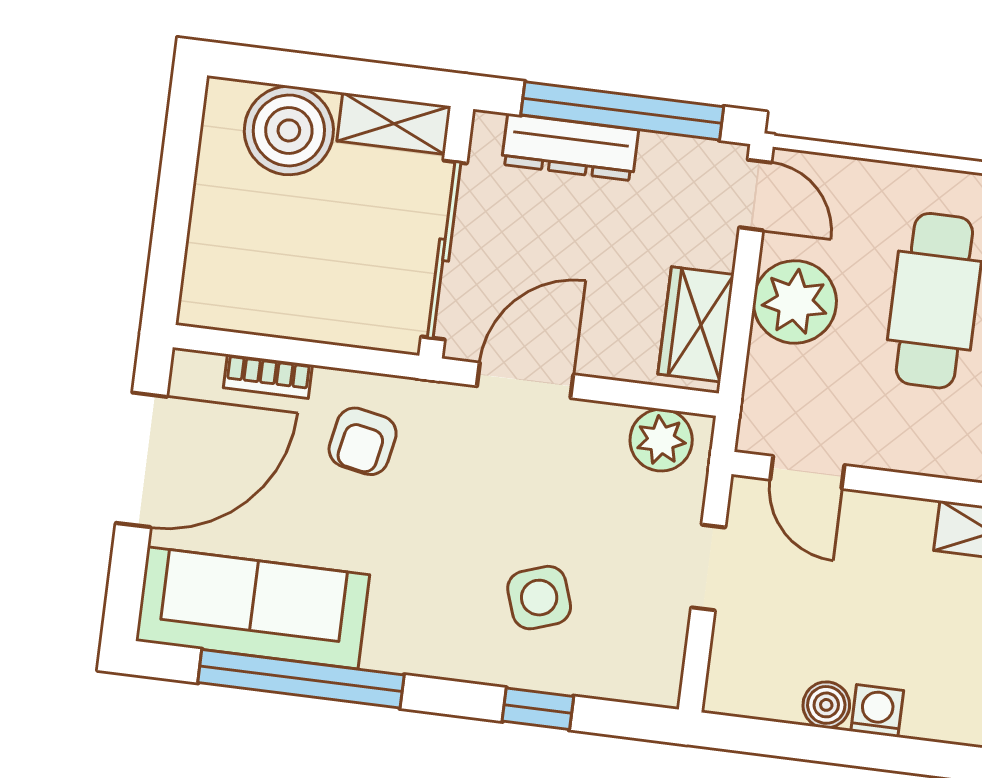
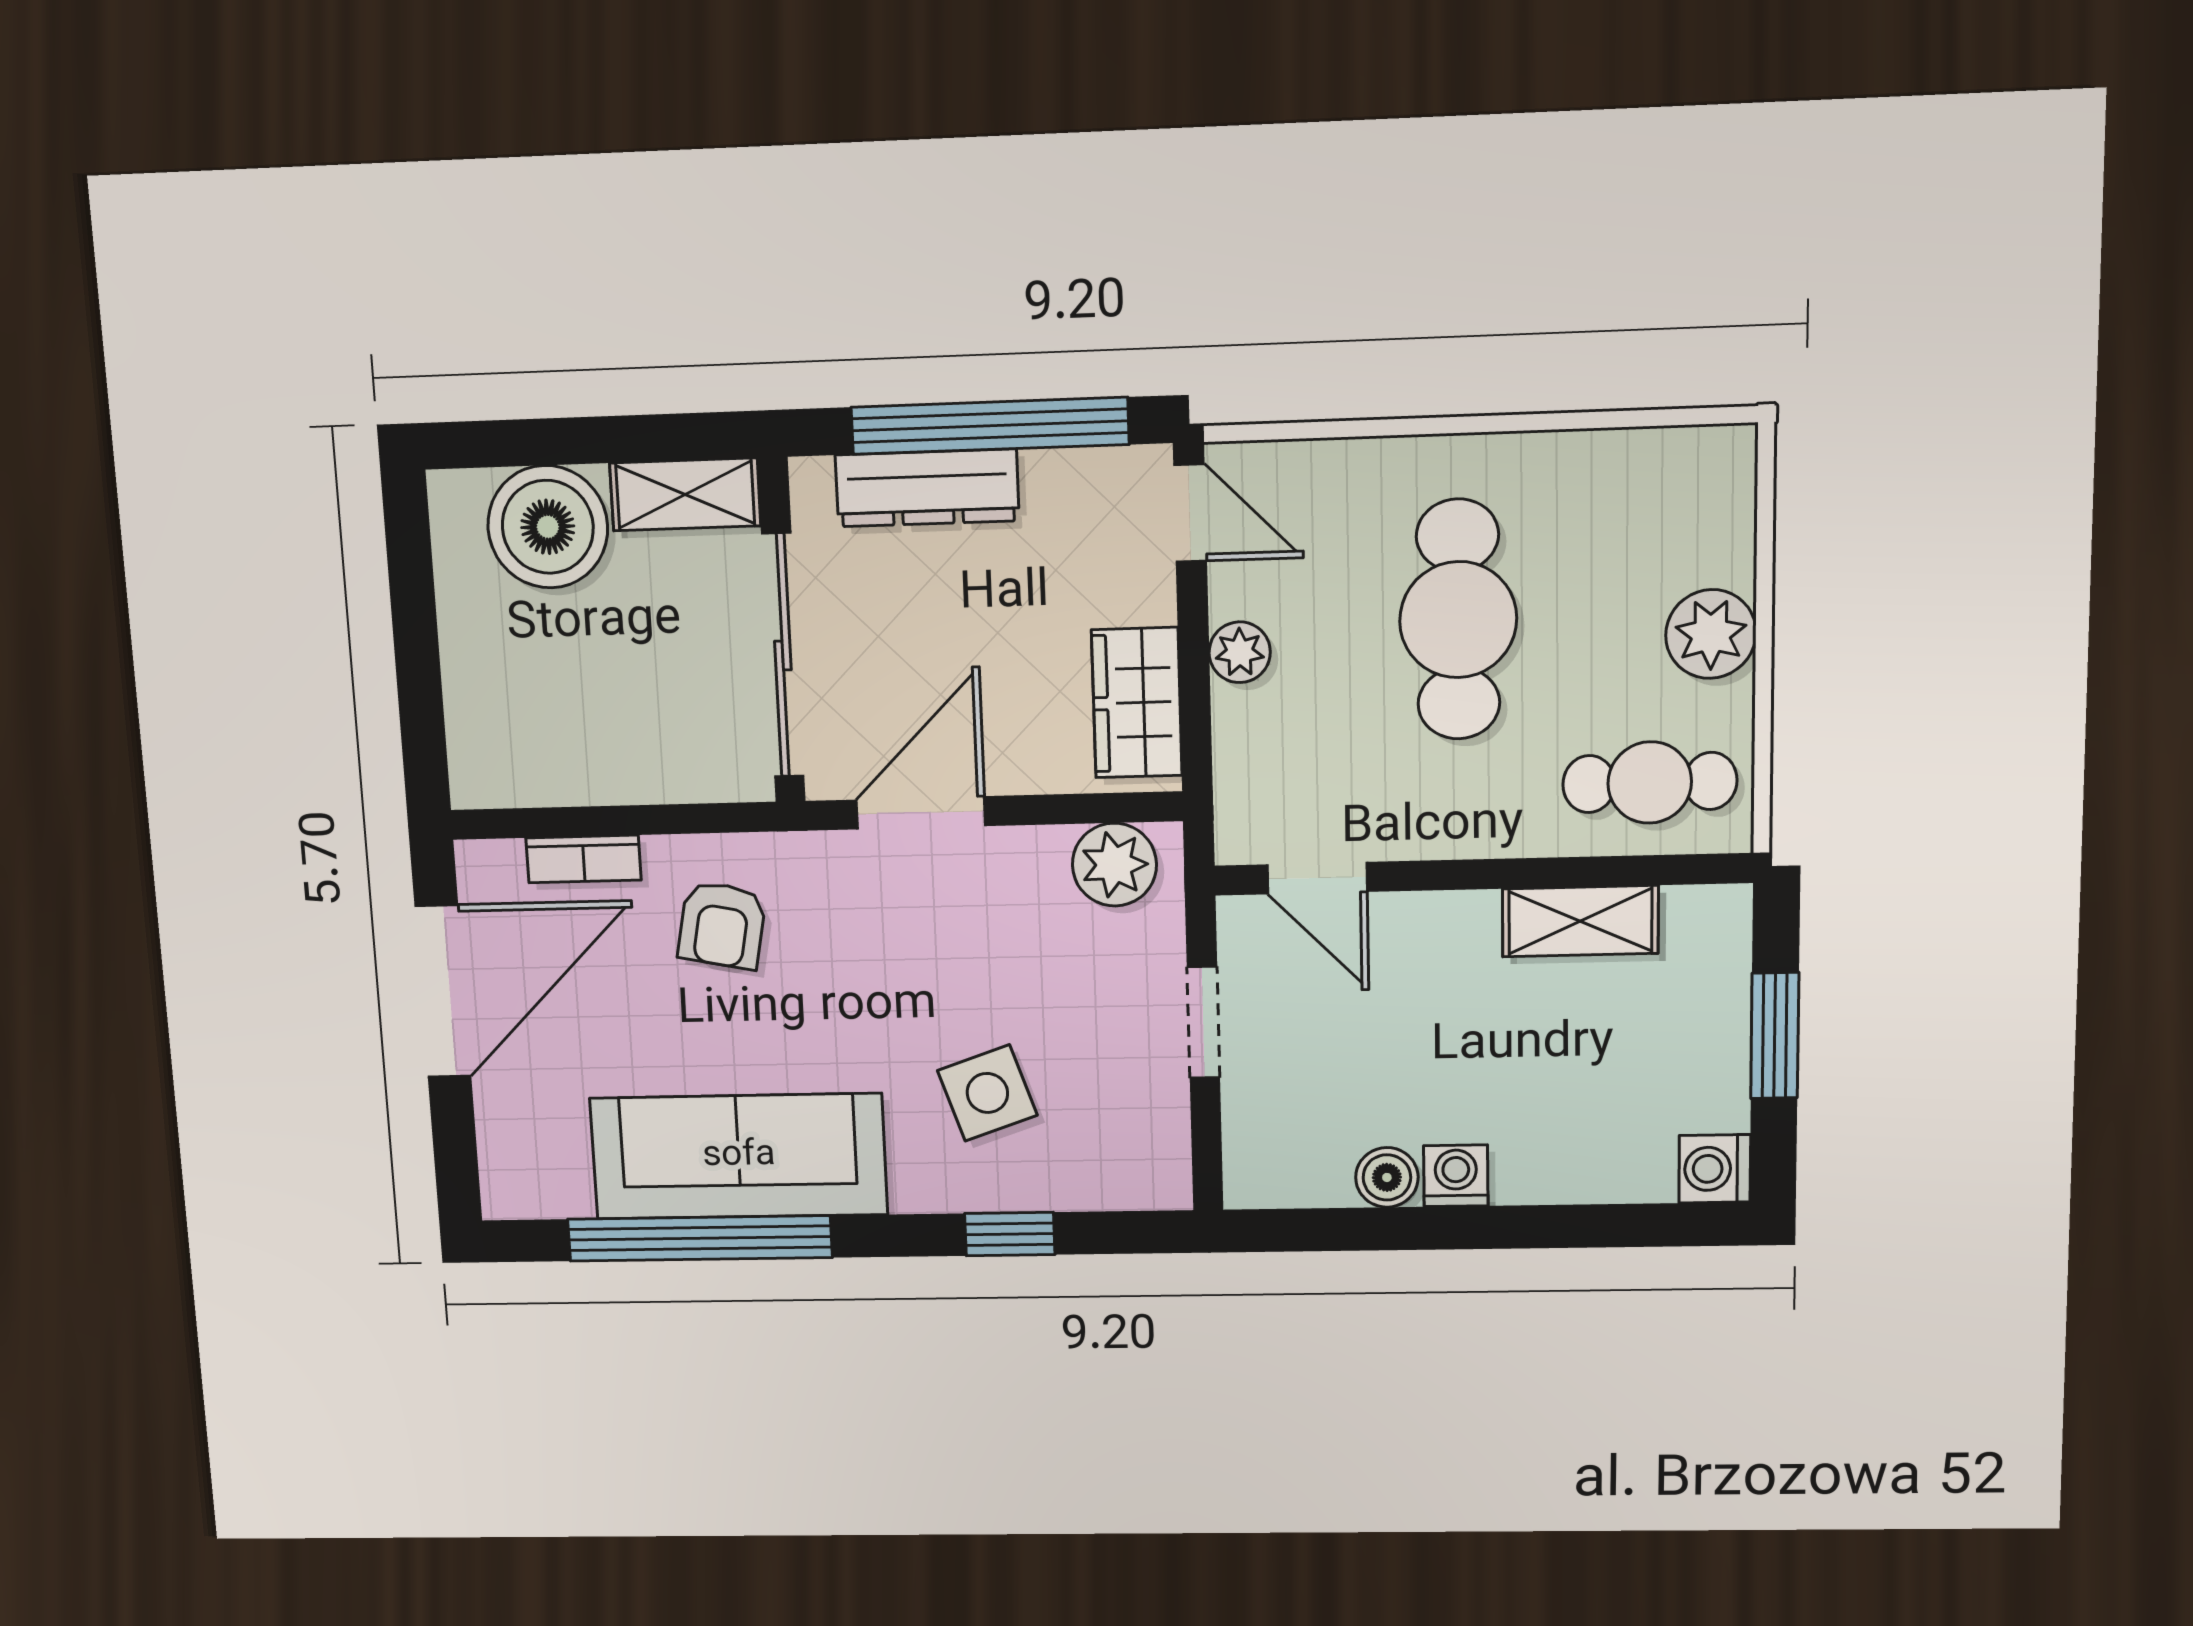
plant: (795, 302) -> (1240, 652), width x0.53, depth x0.53
sofa: (253, 608) -> (739, 1156), moved

